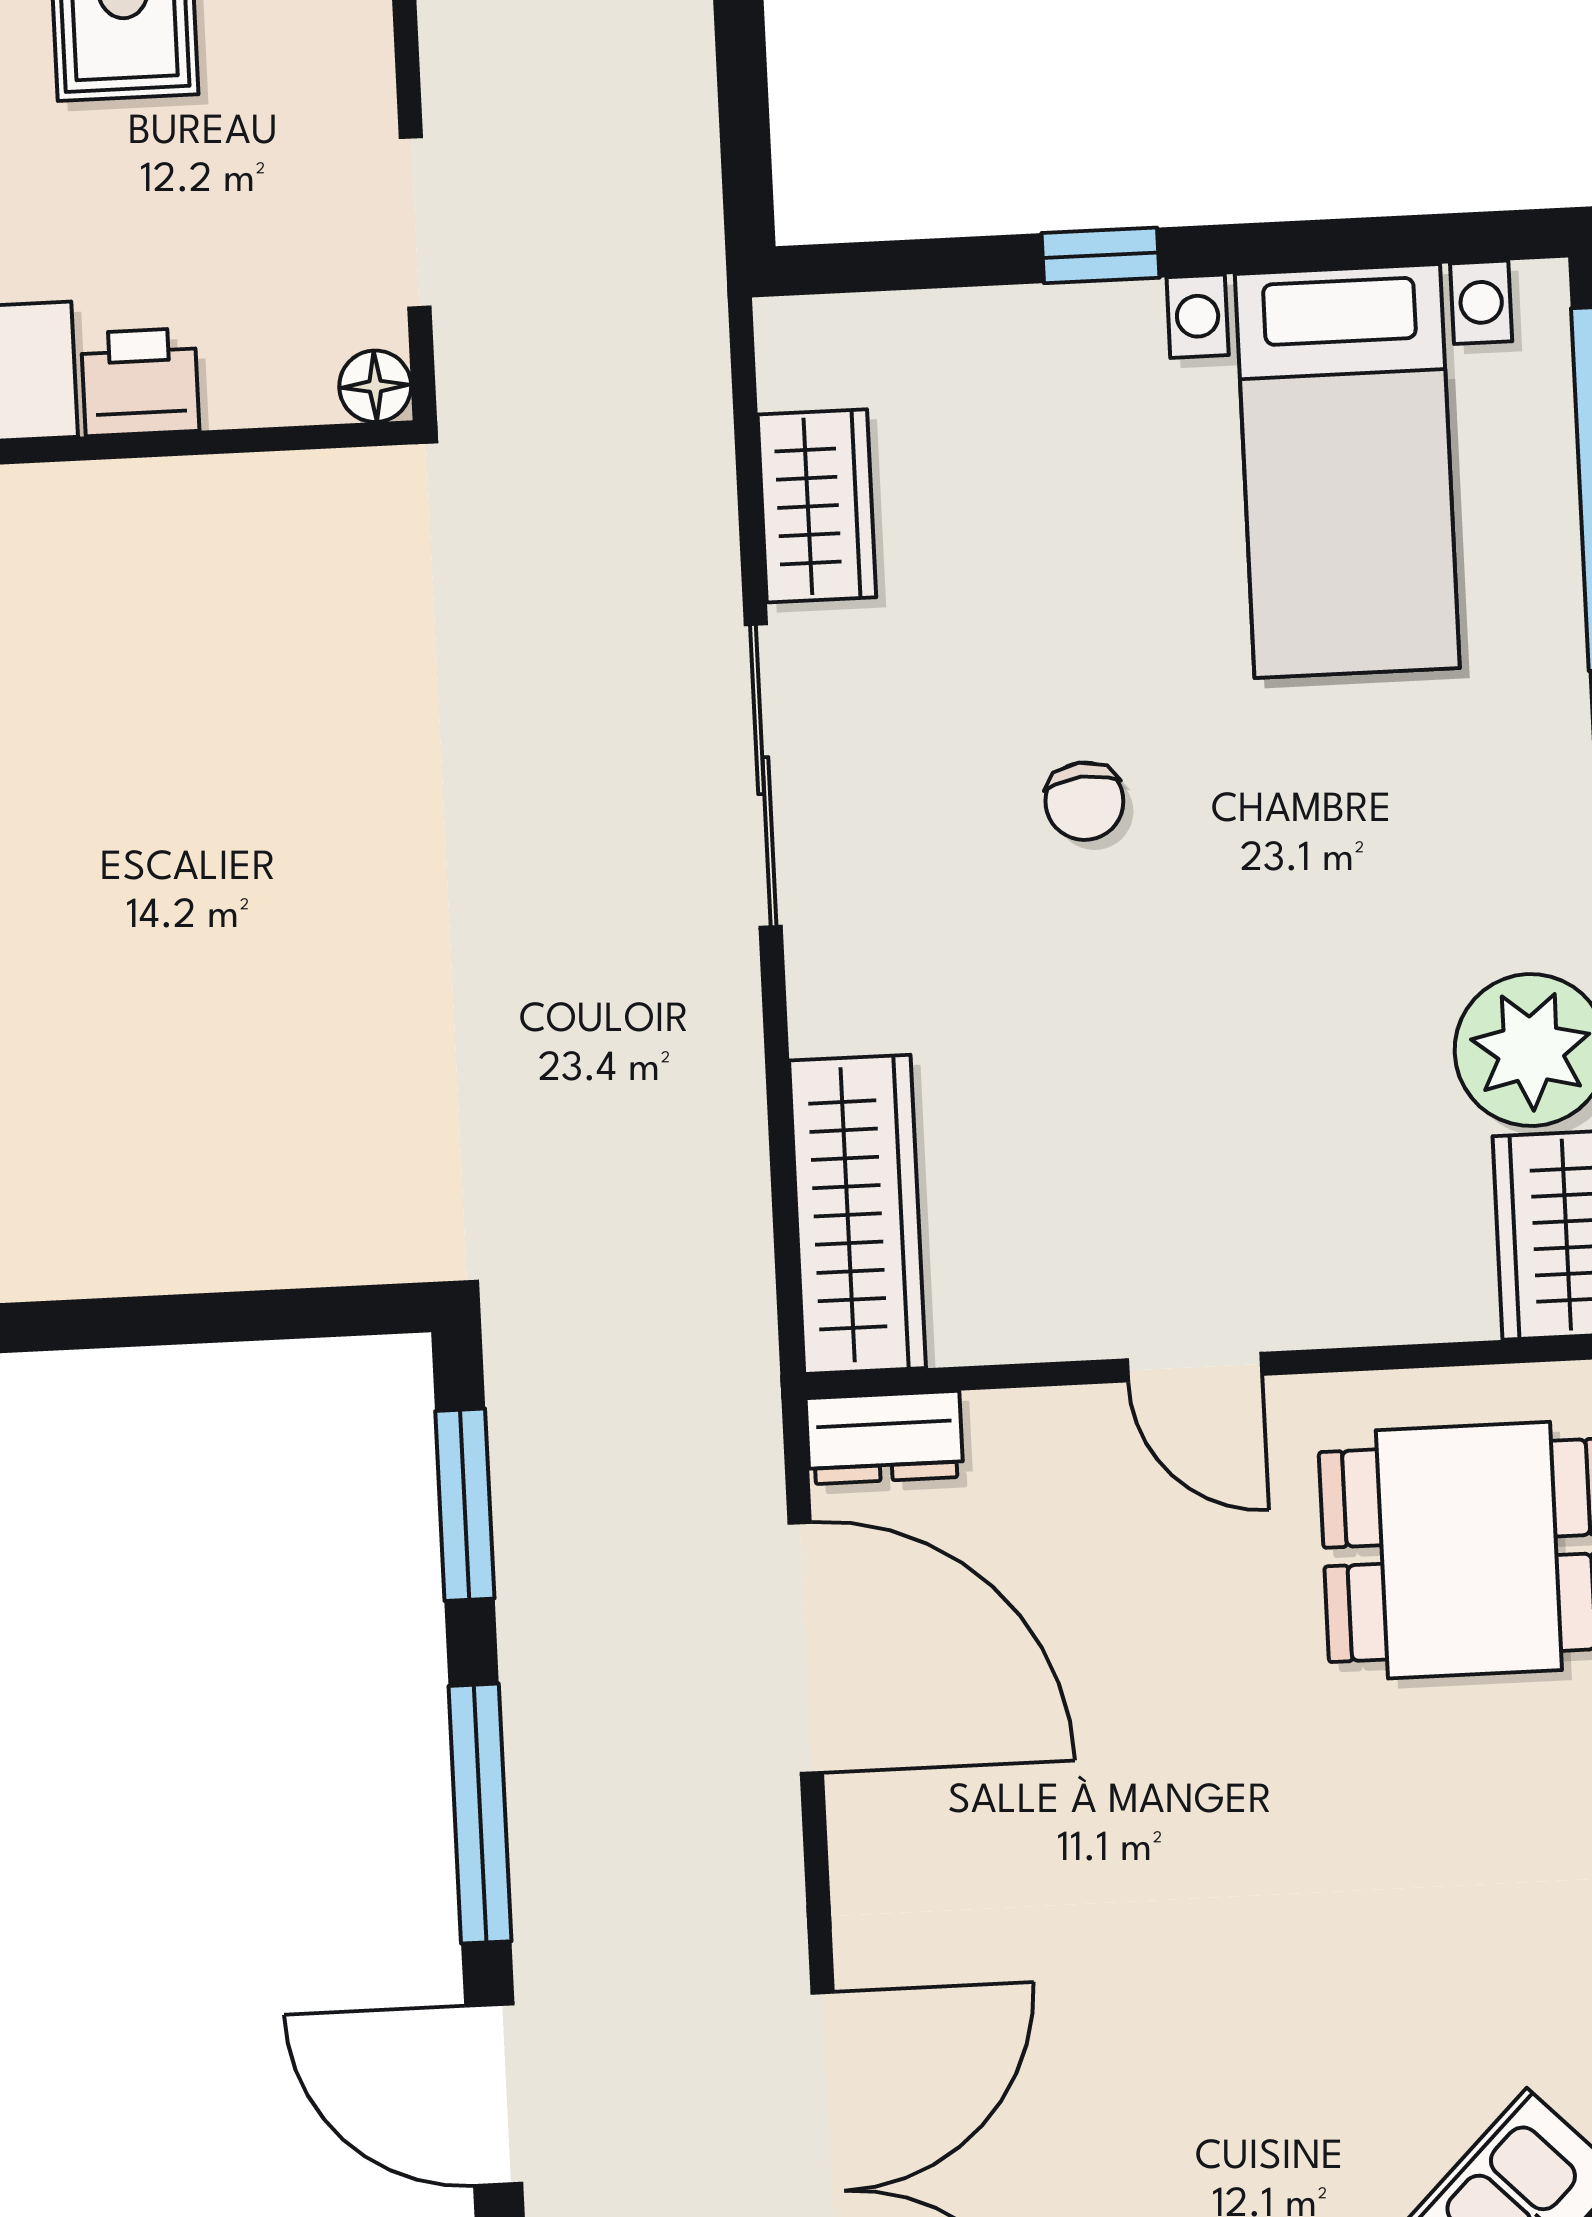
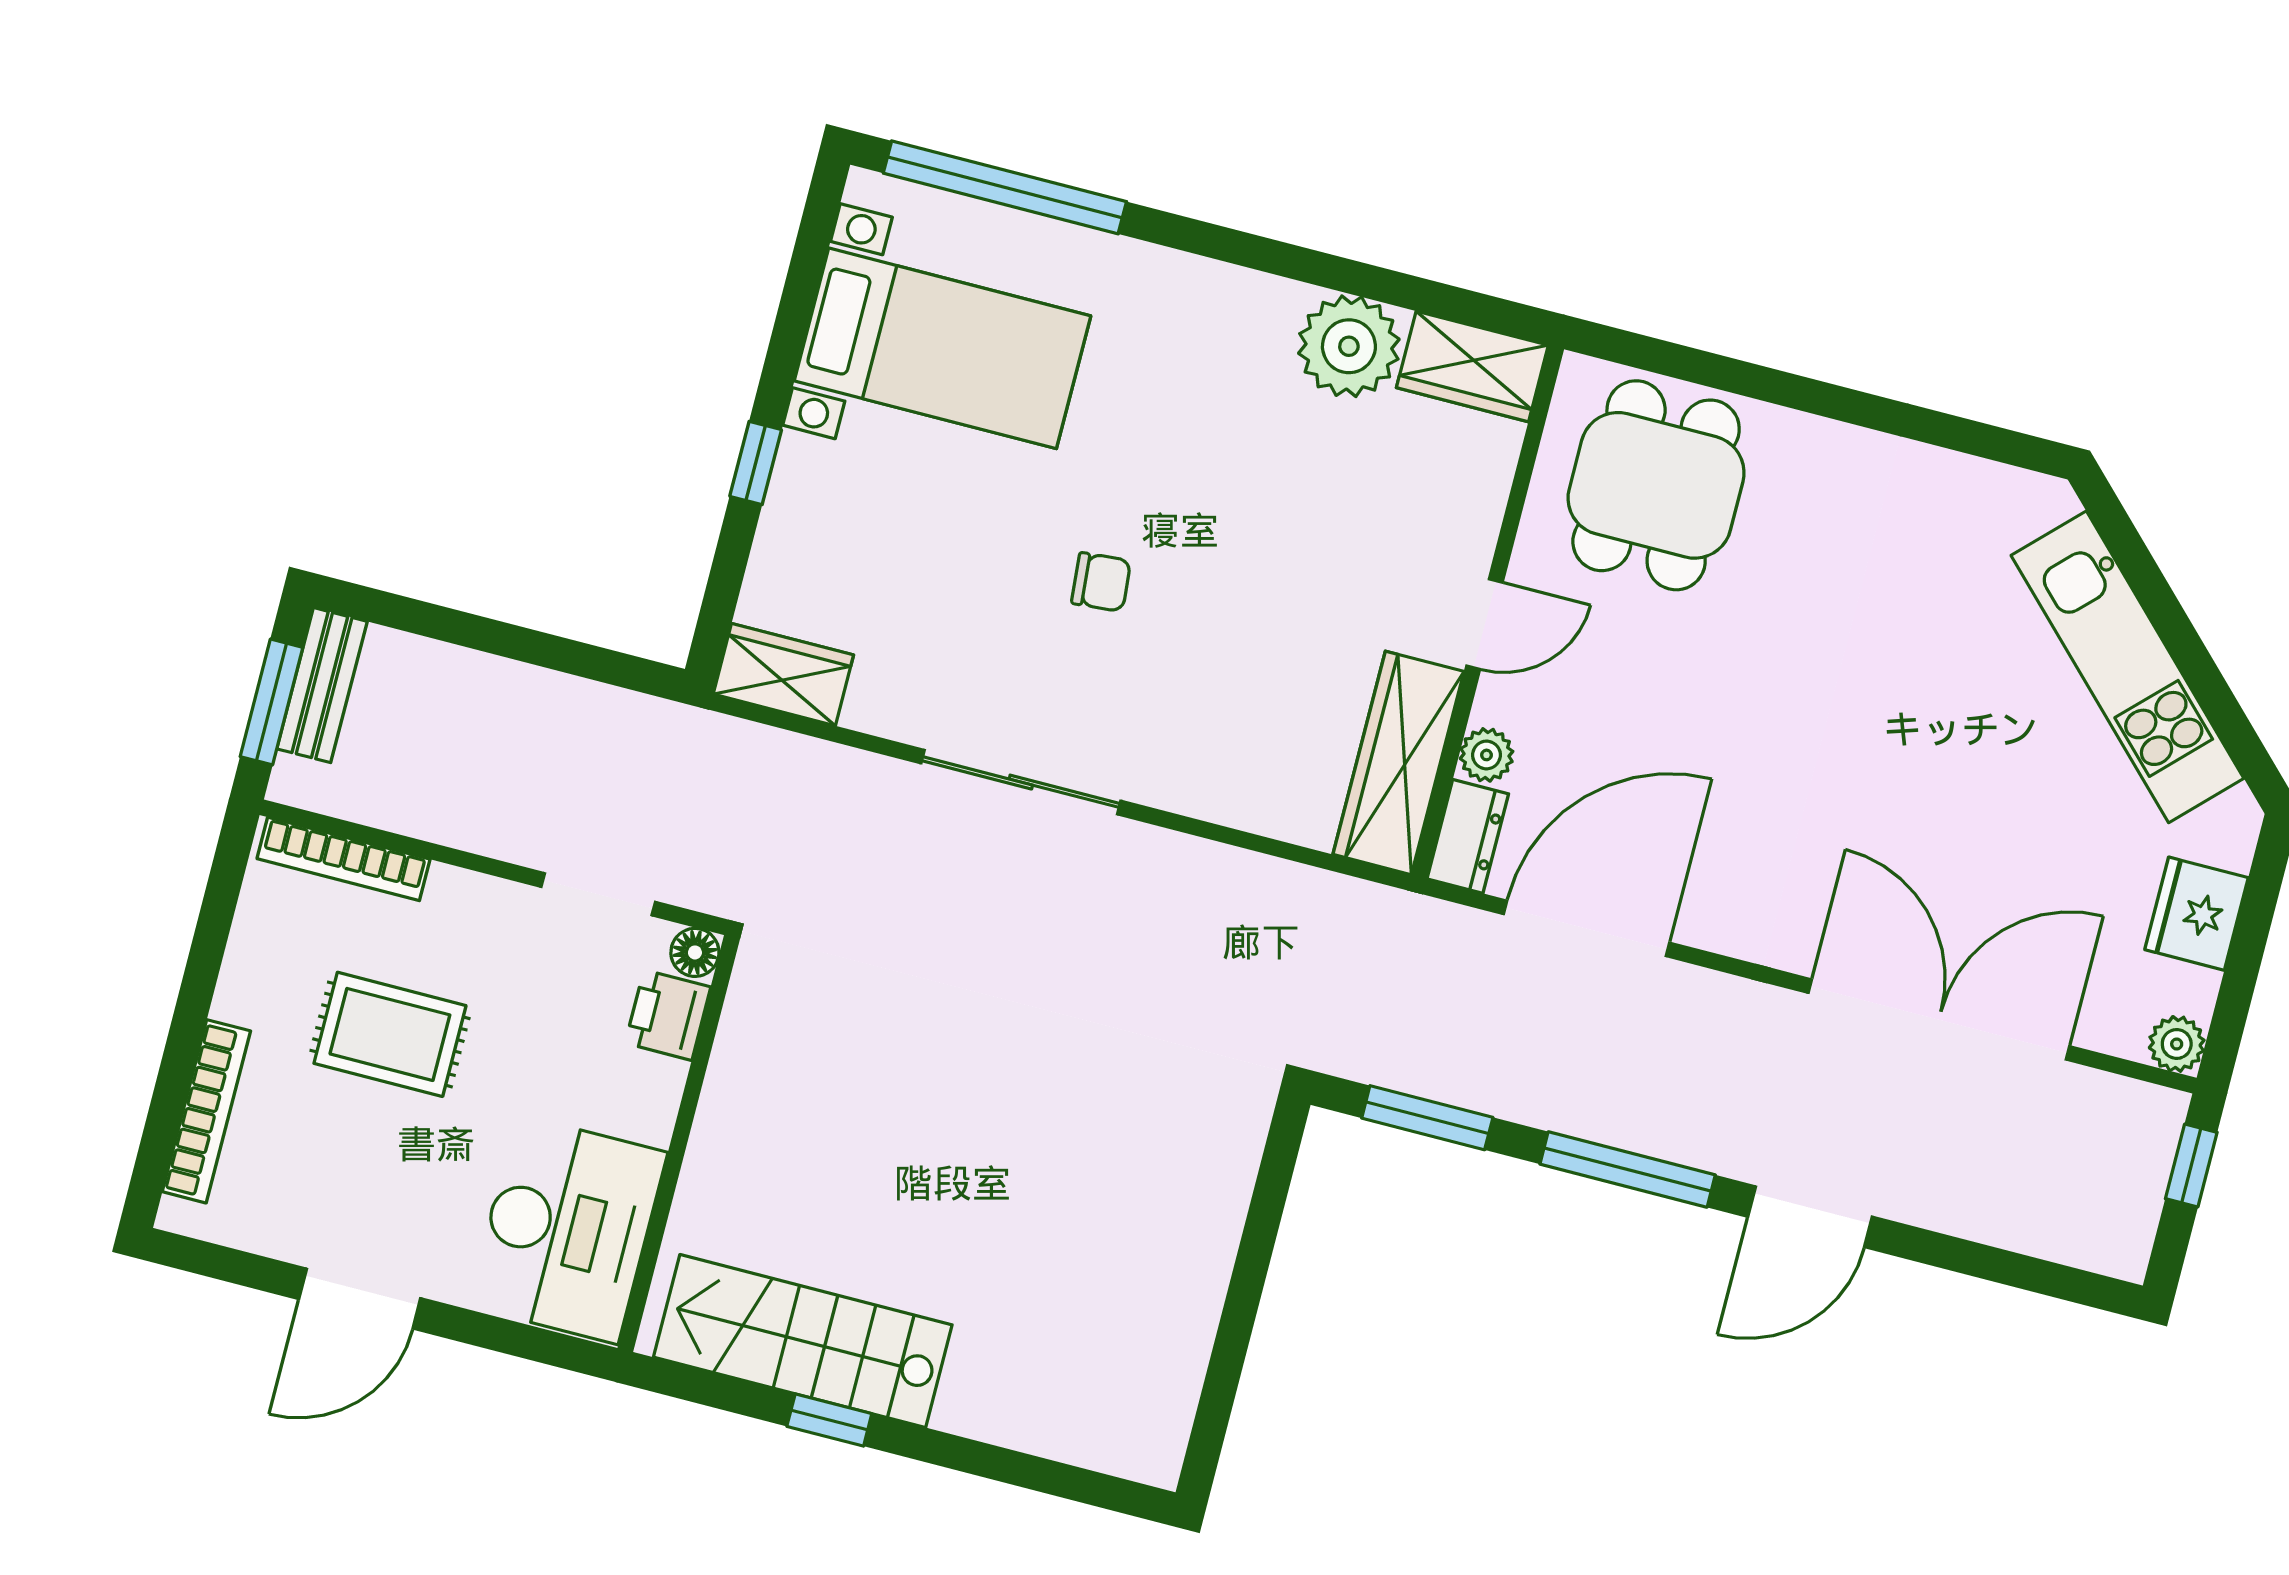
printer: (140, 382) -> (668, 1015), moved
wardrobe: (817, 506) -> (783, 675), moved
wardrobe: (857, 1214) -> (1398, 763), moved, turned -90
plant: (1009, 1428) -> (1487, 755), added

